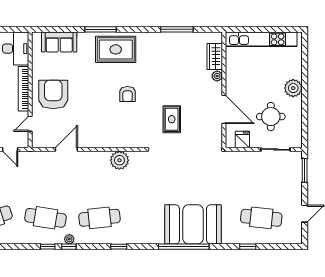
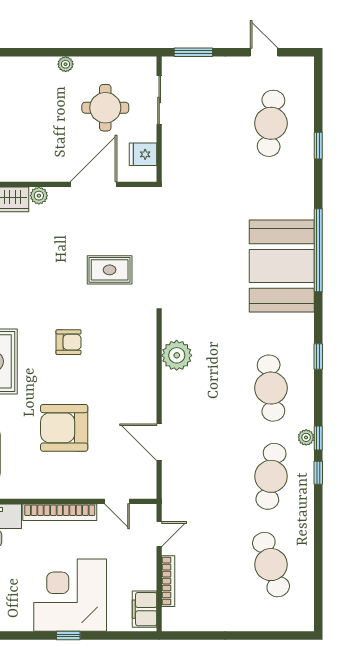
plant: (293, 88) -> (66, 64), width x0.53, depth x0.53
armchair: (53, 95) -> (64, 428), moved
booth: (193, 224) -> (282, 266), moved

